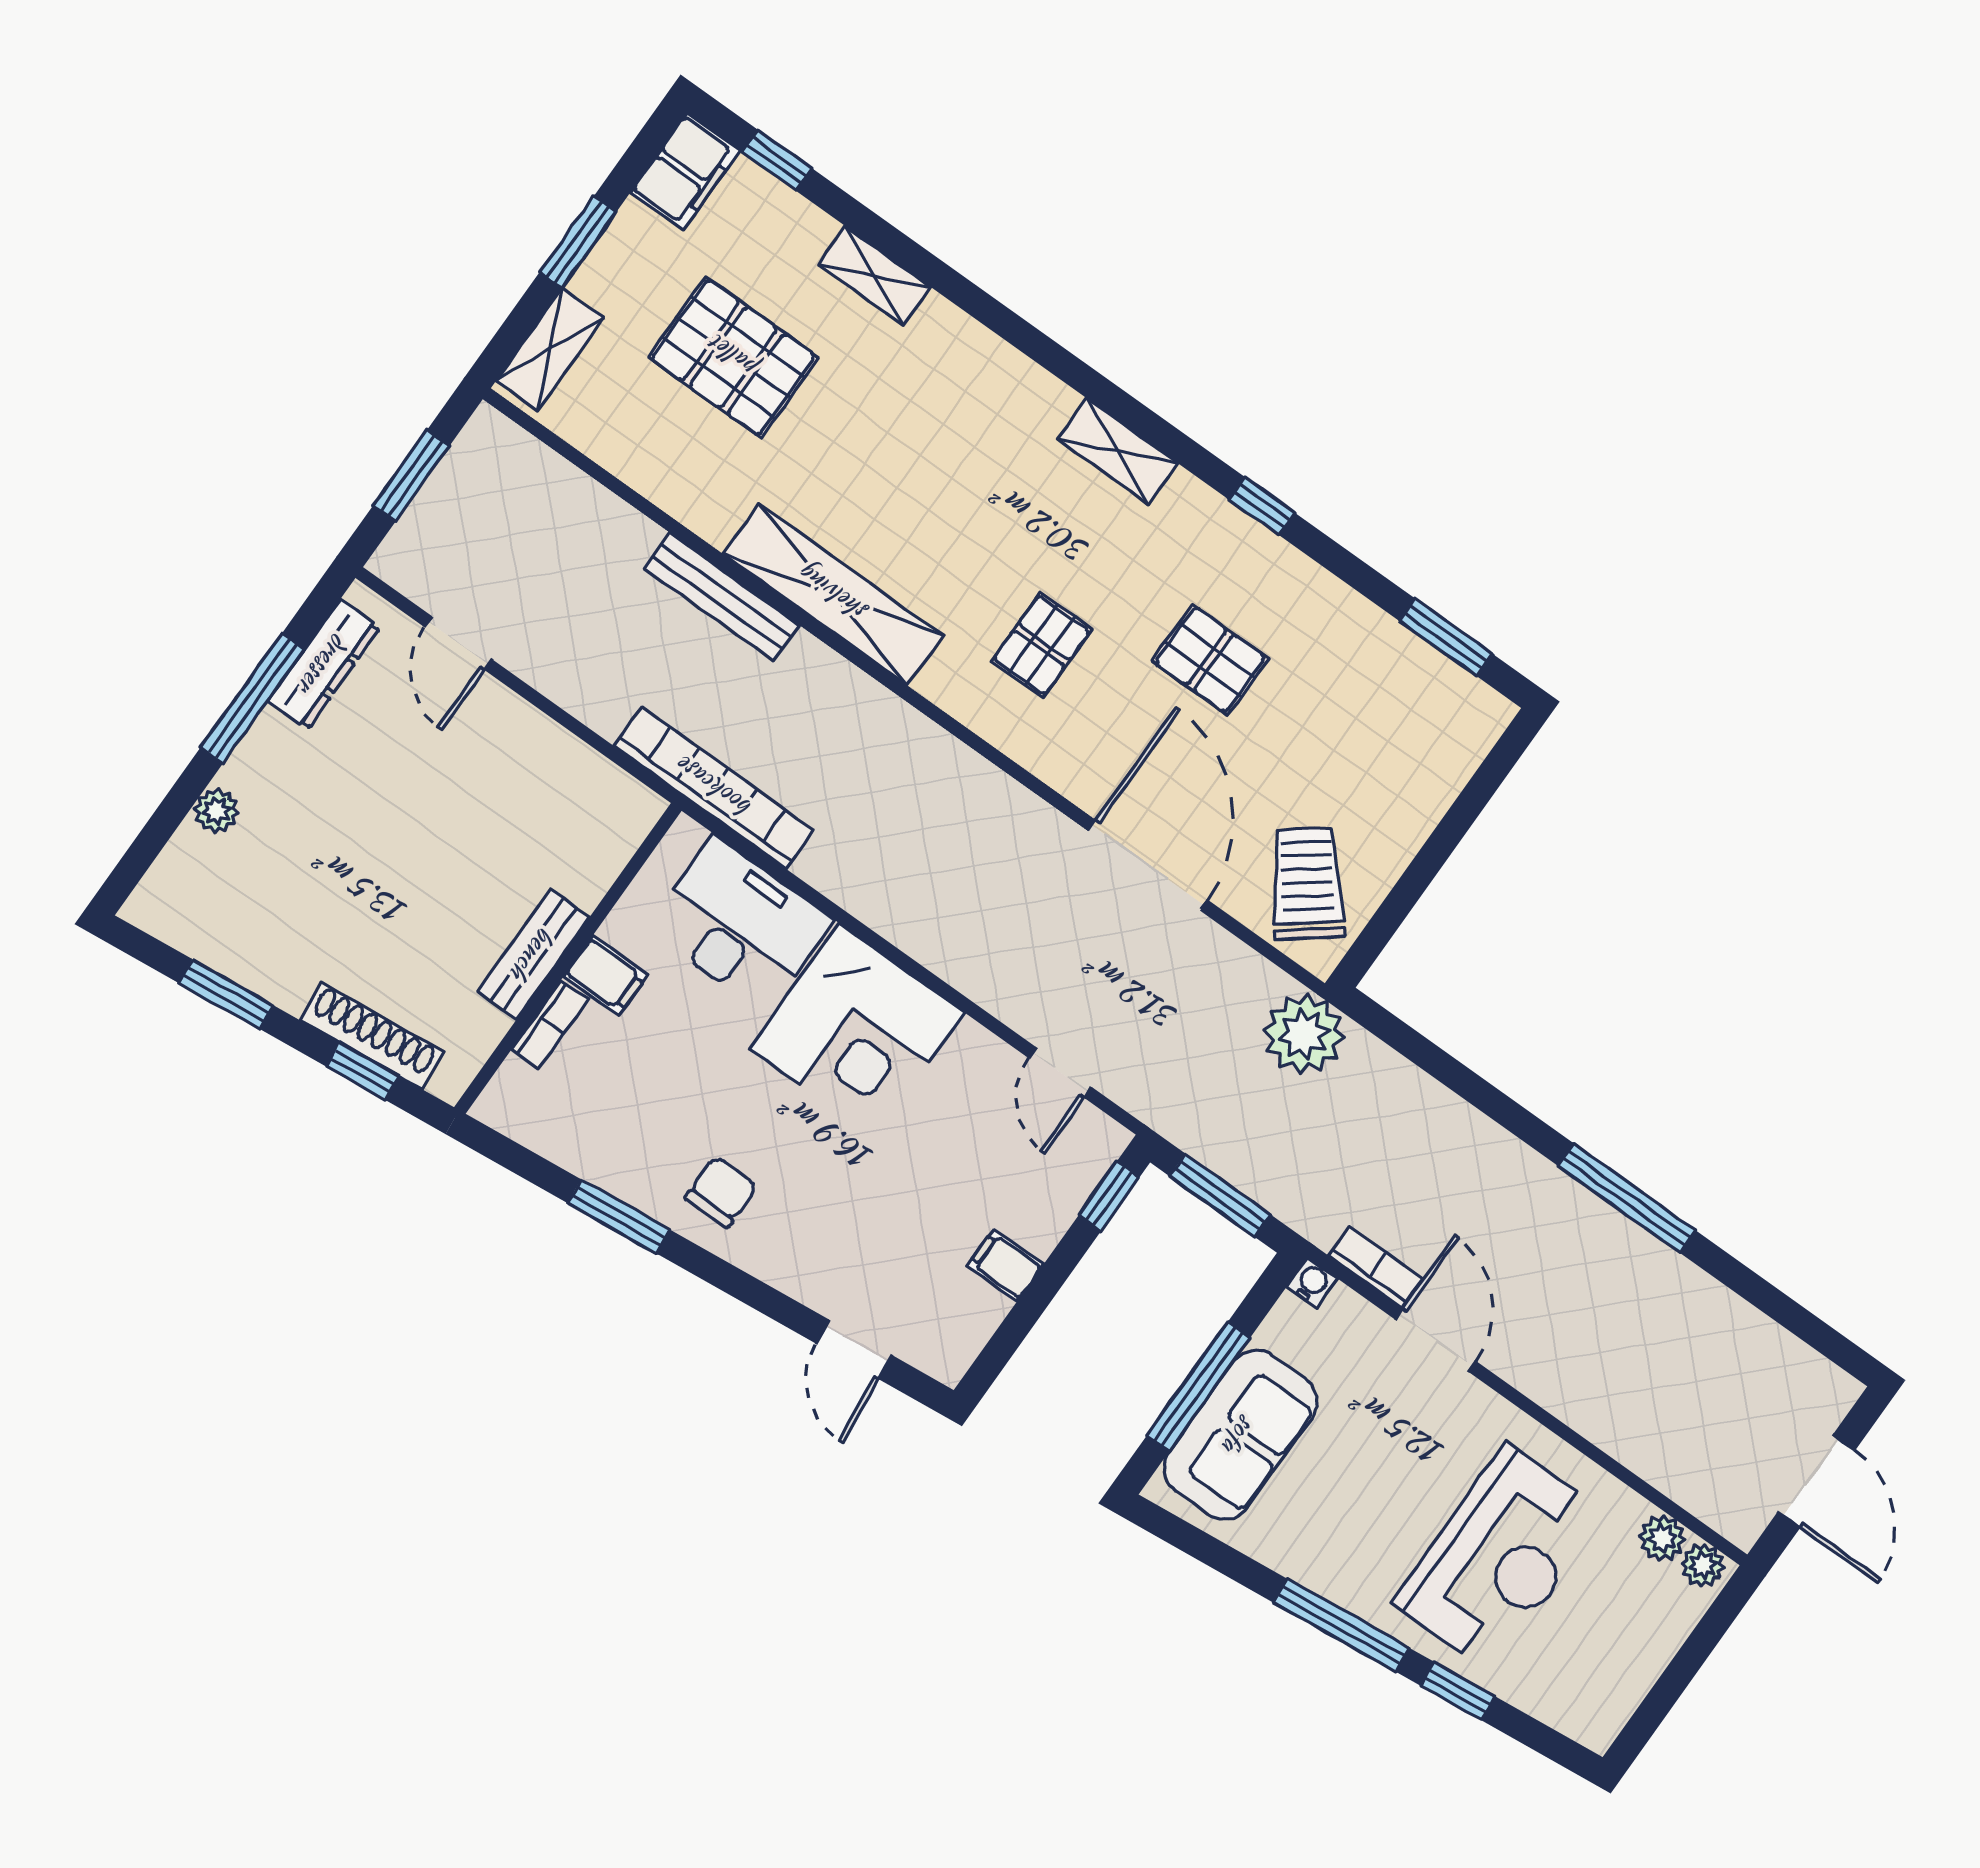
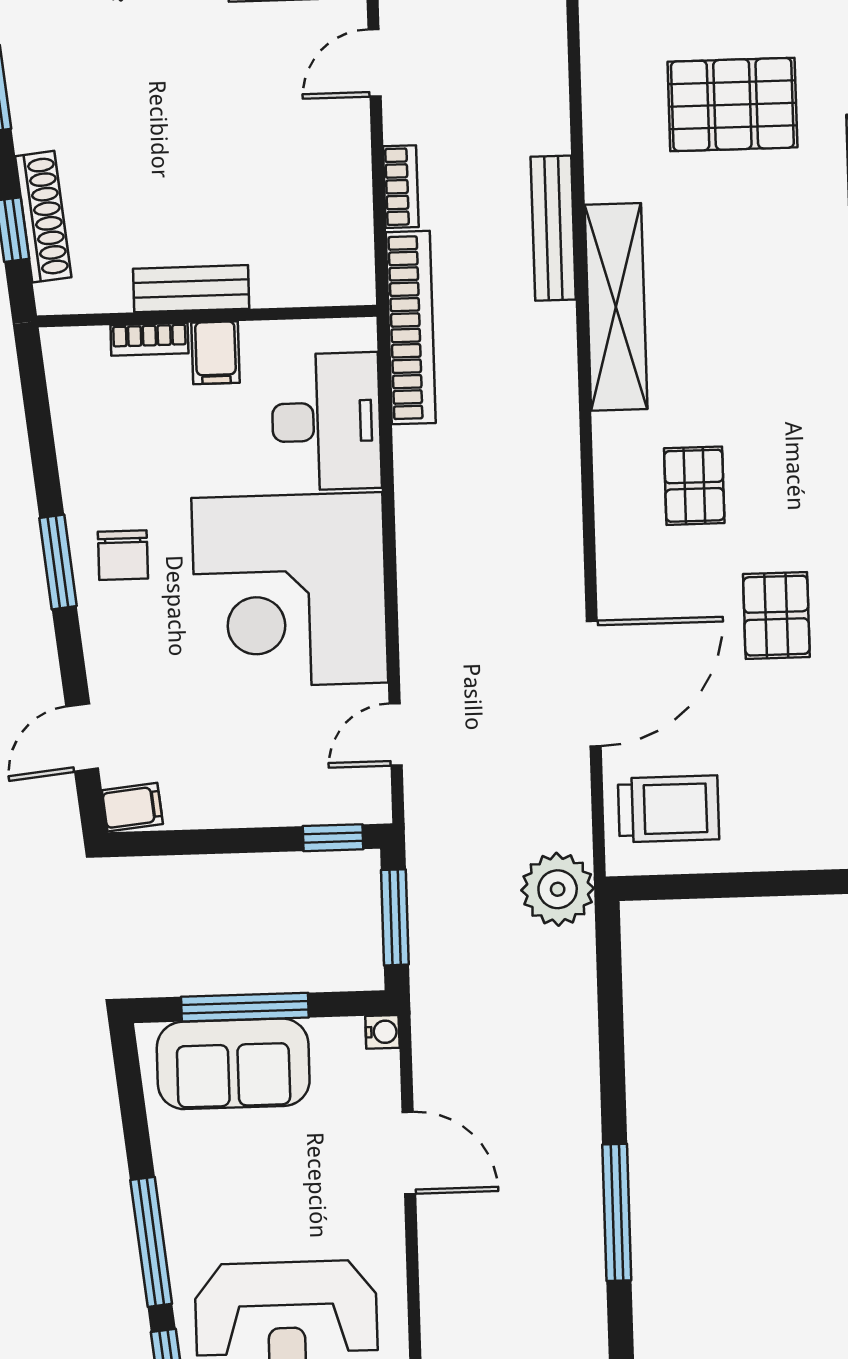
pallet: (733, 357) -> (732, 105), turned 90
pallet: (1042, 645) -> (694, 486), turned 90
trolley: (1307, 883) -> (668, 809), turned 38
corner desk: (857, 1030) -> (290, 590), width x1.36, depth x1.36
chair: (721, 1192) -> (123, 555), turned 90
window: (619, 1216) -> (58, 562), moved
filing cabinet: (1005, 1265) -> (132, 807), moved, turned 84
bookcase: (1376, 1267) -> (401, 187), moved
door: (1436, 1340) -> (409, 1153), hinge flipped

